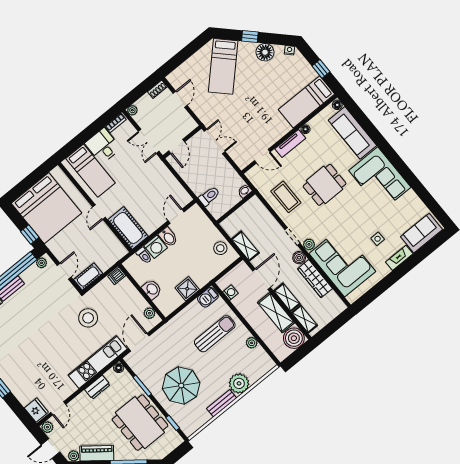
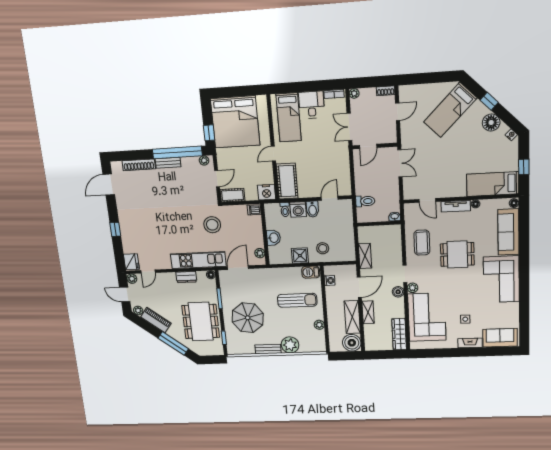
stool: (220, 248) -> (323, 248), moved
nightstand: (117, 252) -> (266, 192), added
wardrobe: (315, 279) -> (399, 334), moved
shelving: (304, 319) -> (369, 336), removed

